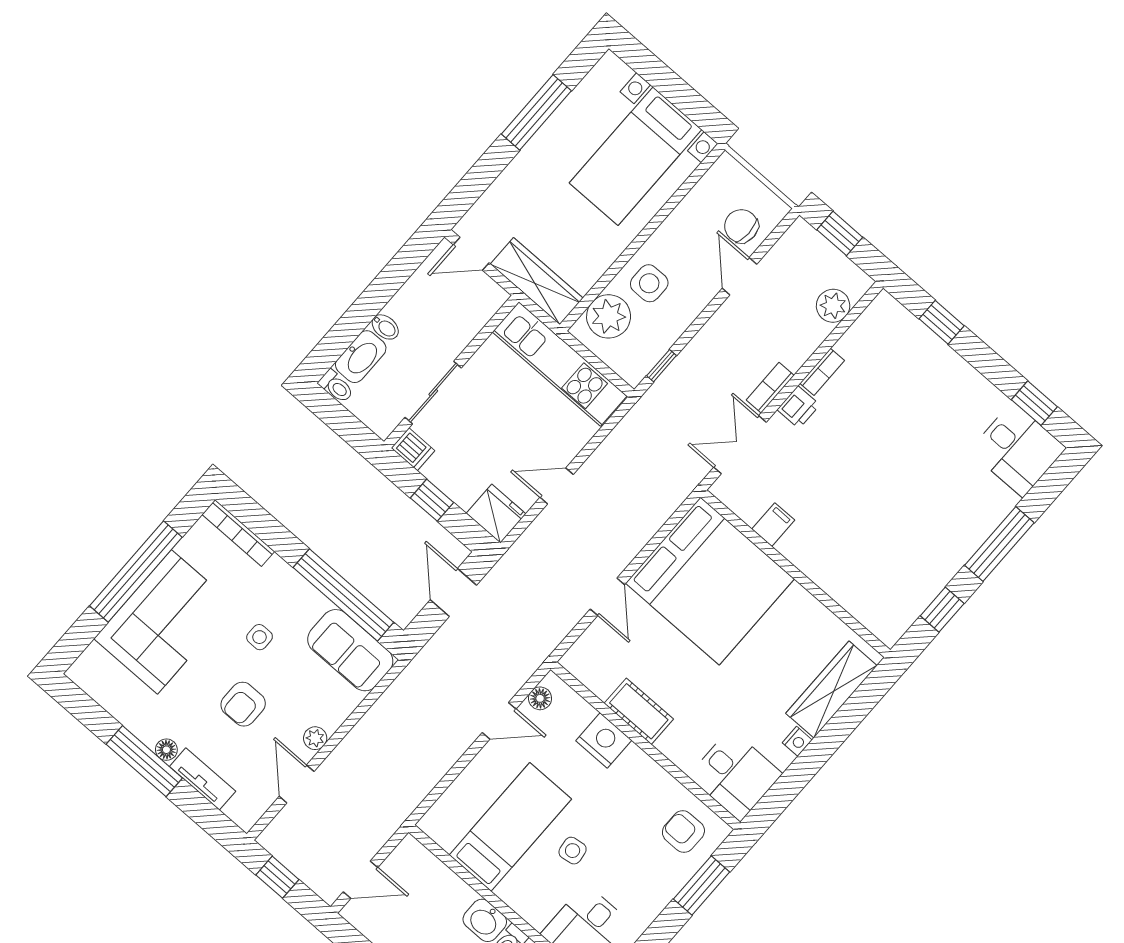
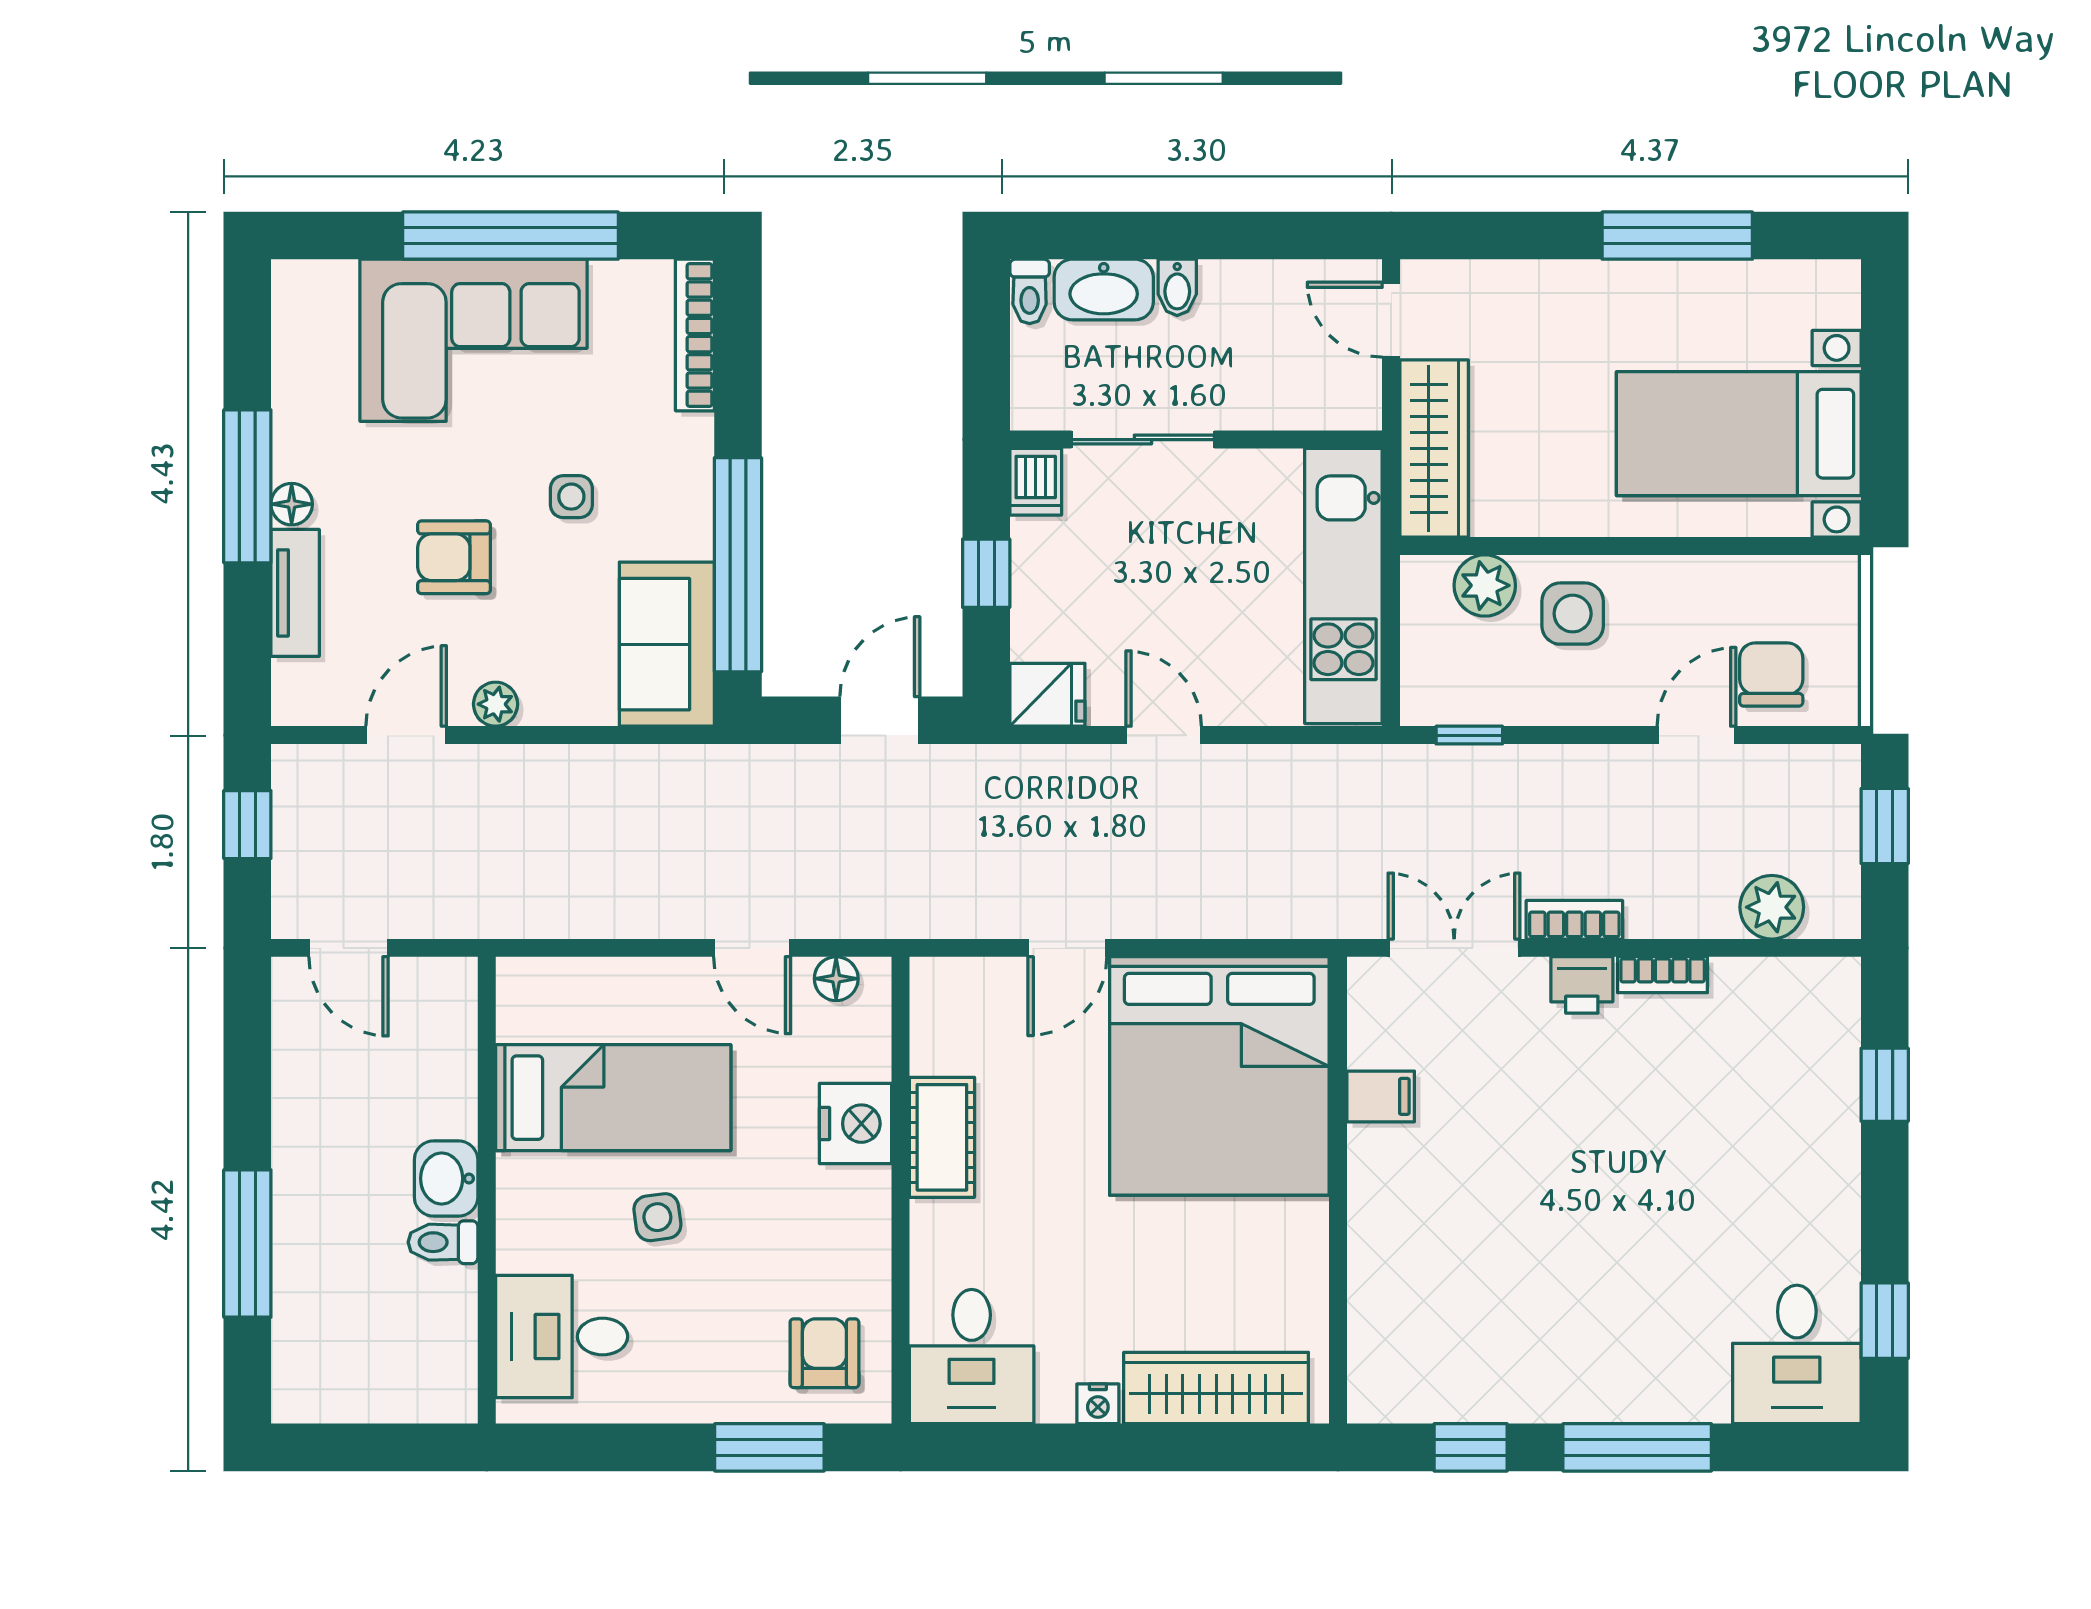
plant: (609, 316) -> (1485, 585), width x0.73, depth x0.73
fridge: (496, 514) -> (1047, 695), width x0.72

